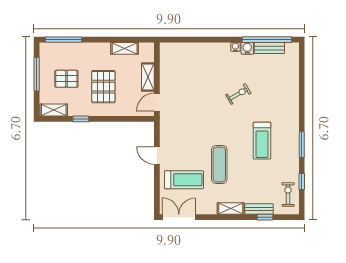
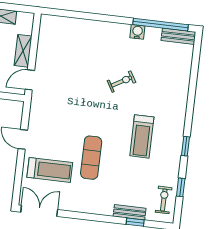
water cooler: (235, 47) -> (124, 29), removed
bench: (269, 48) -> (178, 36), moved
window: (302, 145) -> (186, 146), width x0.67
shelving: (231, 208) -> (98, 208), removed

